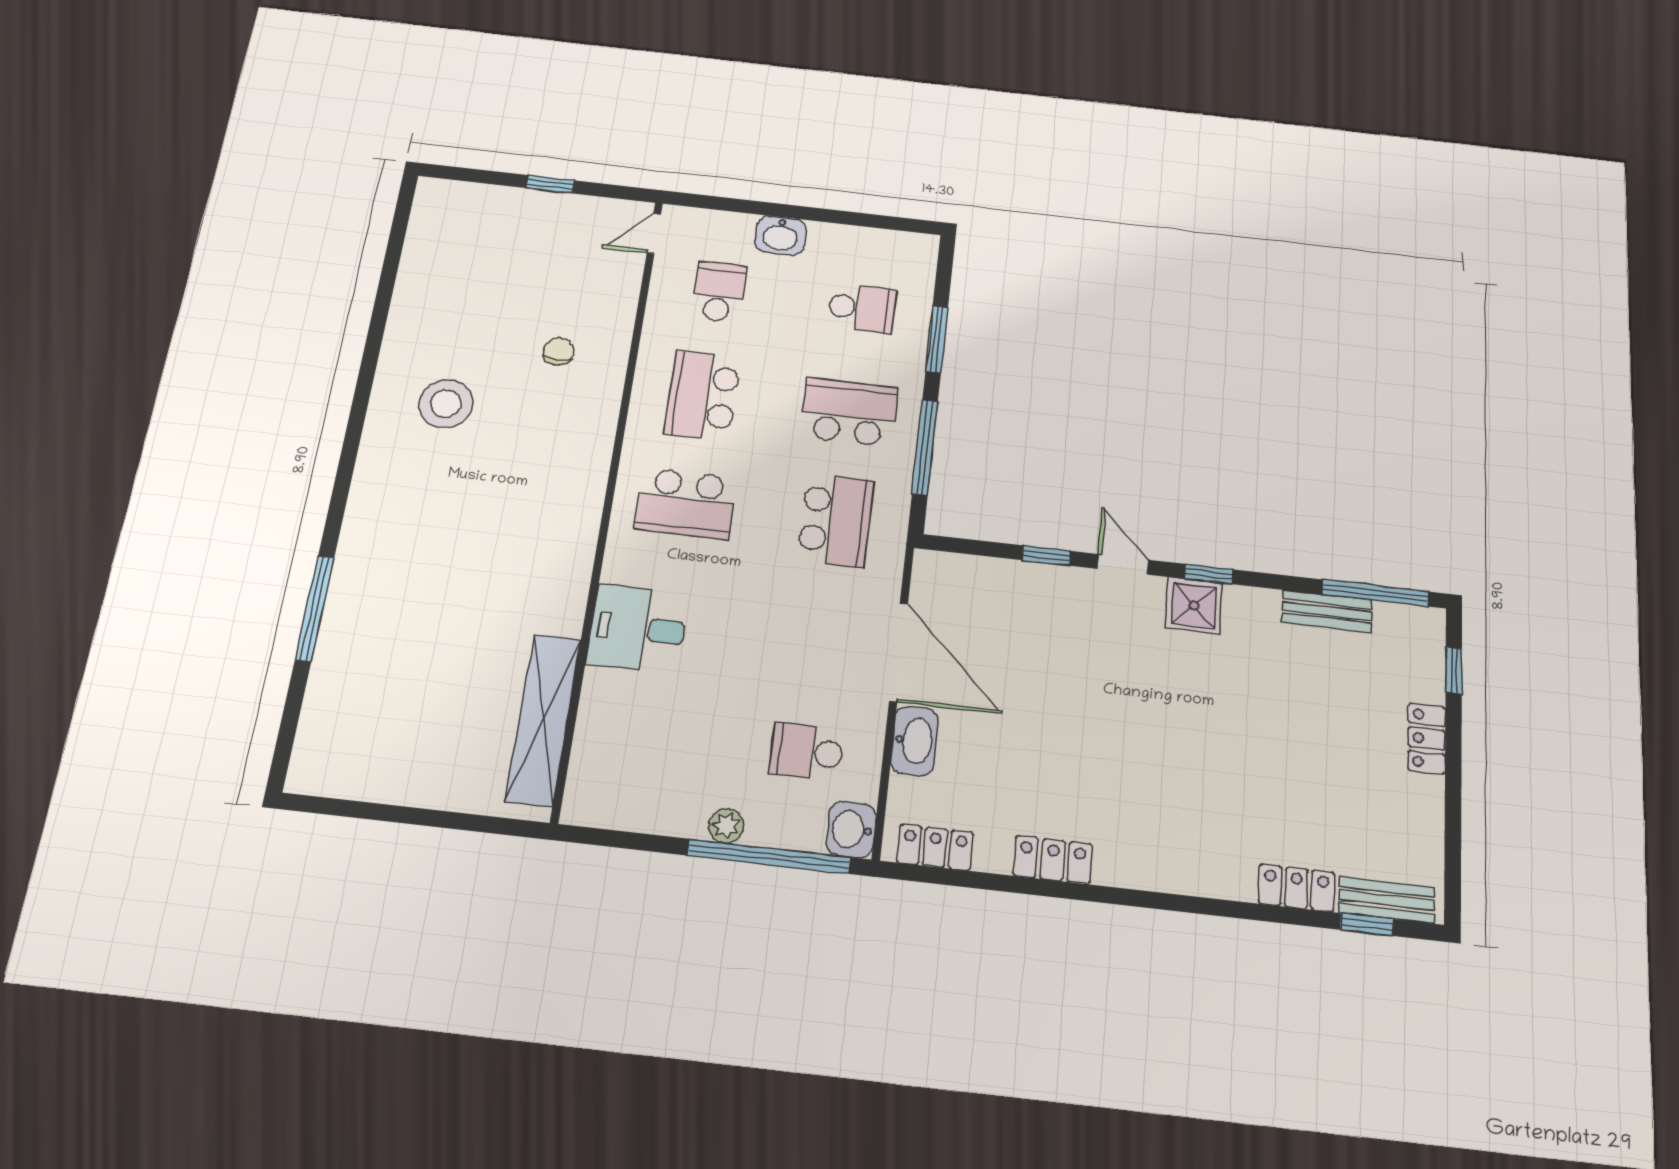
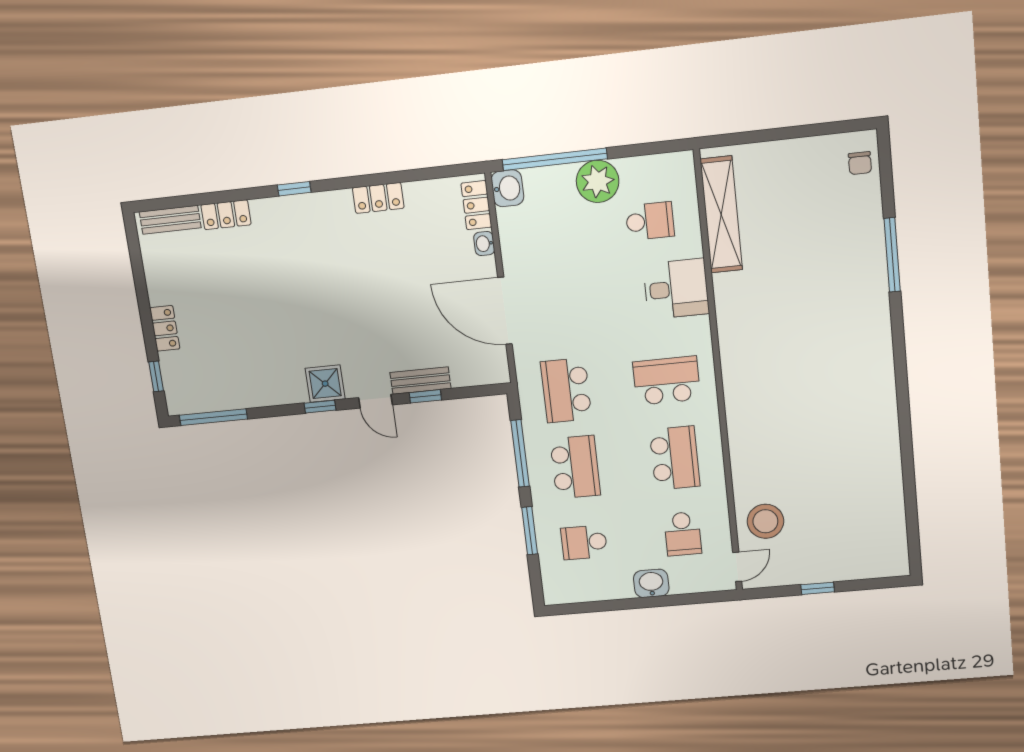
chair: (558, 351) -> (860, 163), moved
stool: (446, 404) -> (765, 521), moved
school desk: (849, 412) -> (575, 467), turned -90
bench: (1327, 611) -> (420, 381), moved
washbasin: (914, 741) -> (484, 244), width x0.52, depth x0.69
school desk: (807, 752) -> (650, 221), moved
plant: (726, 826) -> (598, 181), width x1.88, depth x1.88
locker: (935, 847) -> (476, 205), moved, turned 90
window: (1367, 924) -> (294, 189), moved

